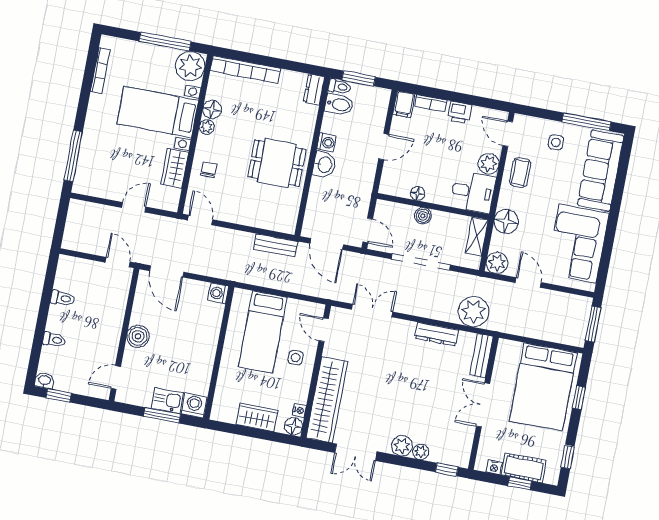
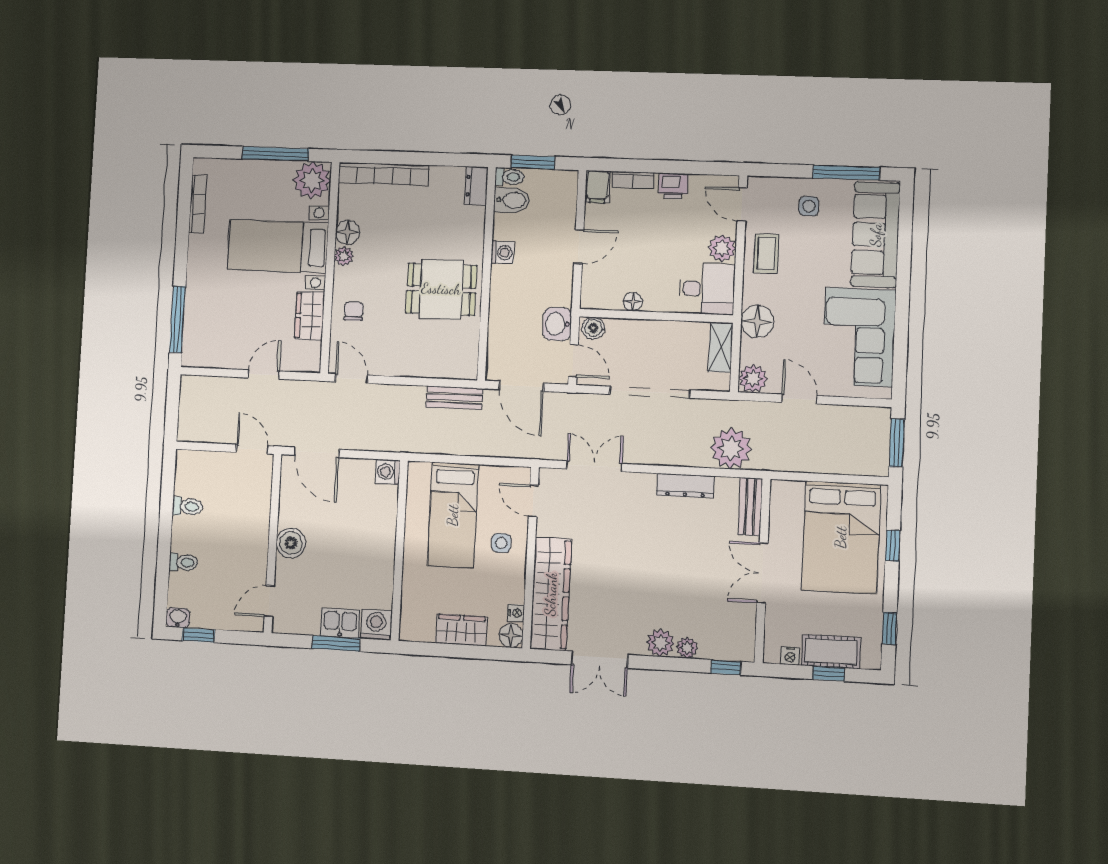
washbasin: (324, 165) -> (557, 324), moved, turned 180
boiler: (423, 216) -> (593, 328), moved

